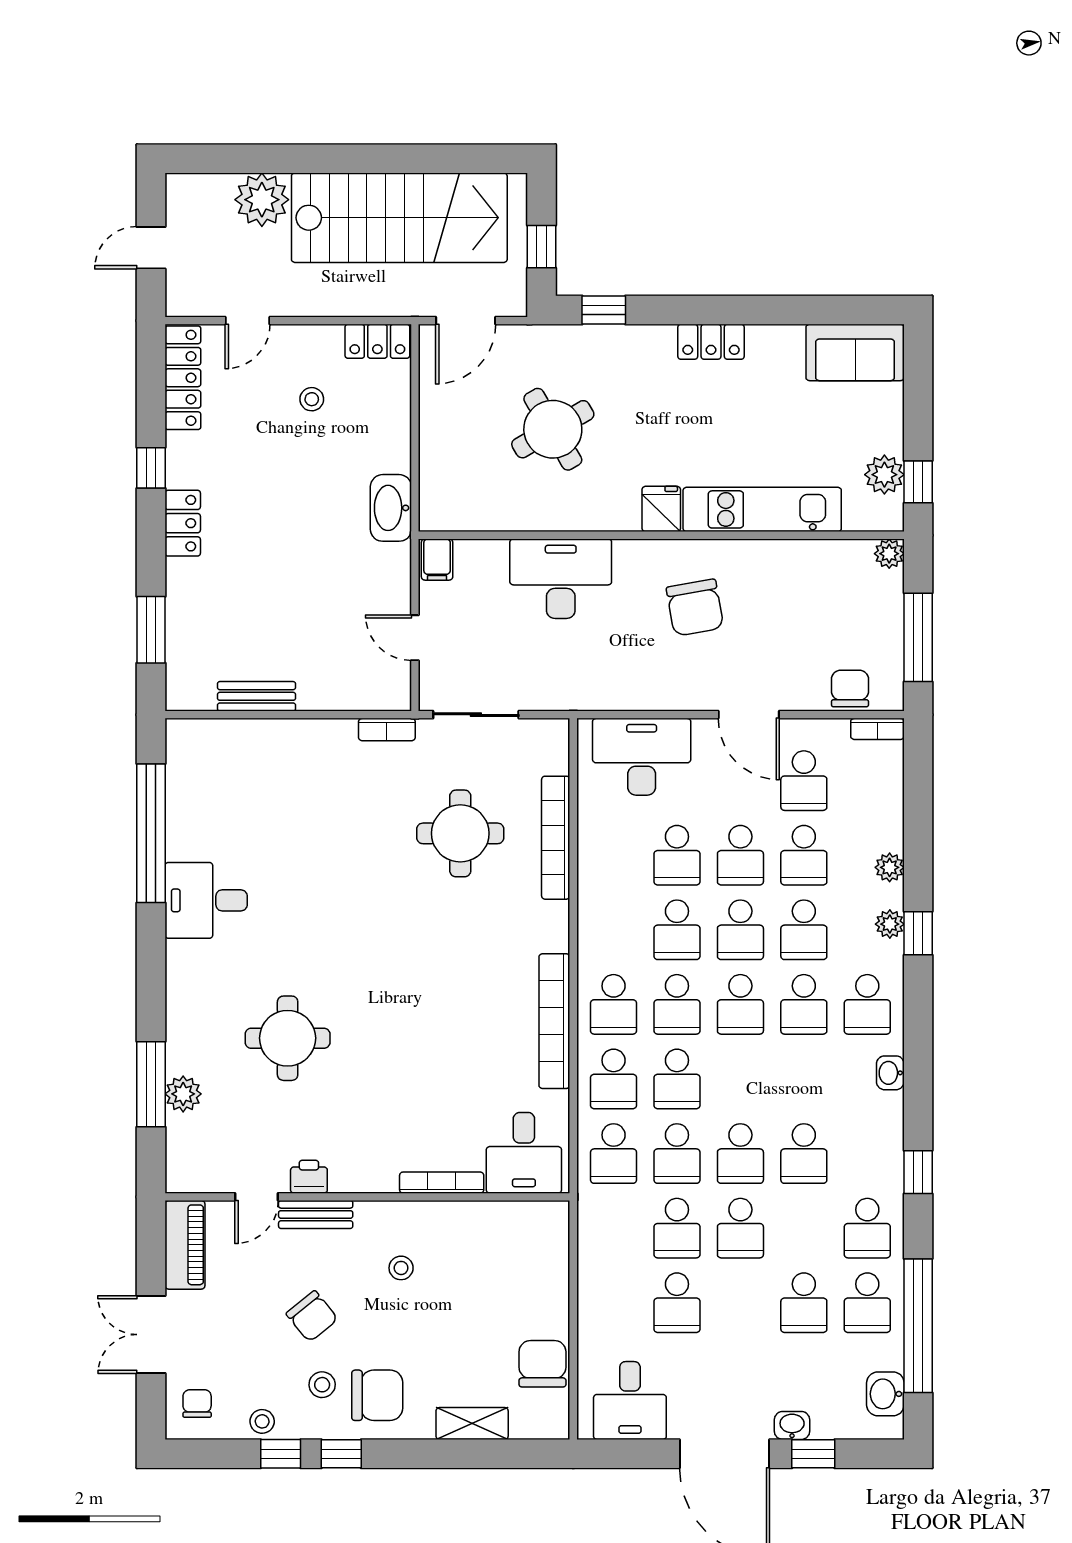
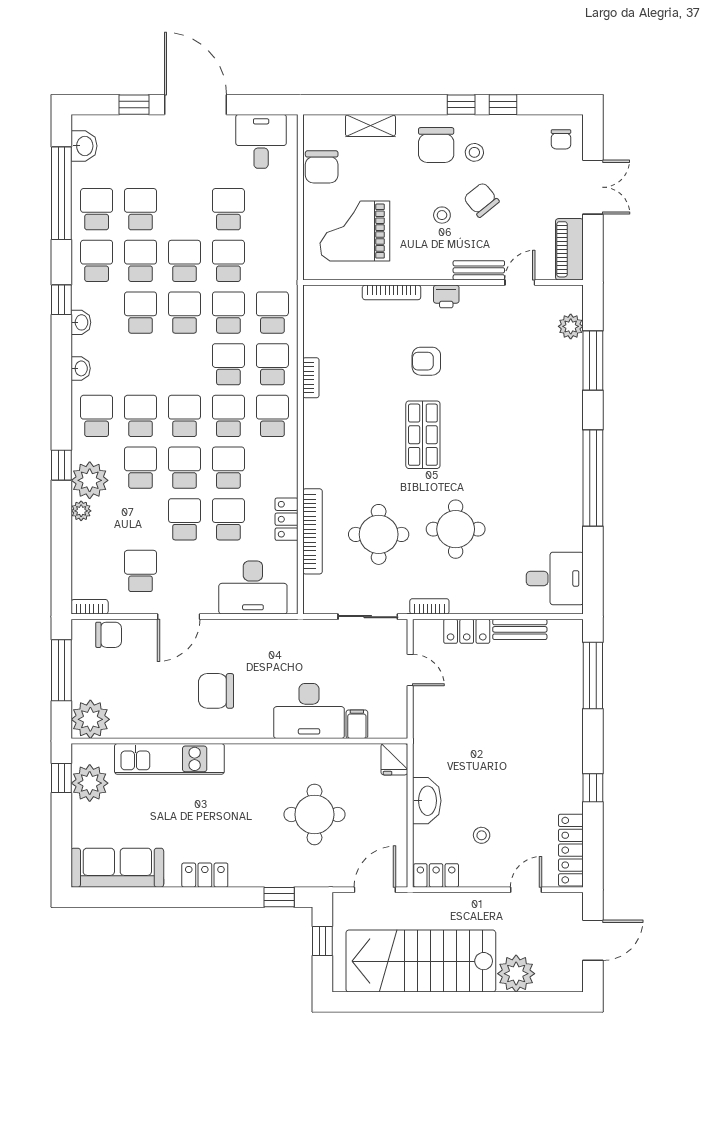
door: (151, 248) -> (593, 940), width x1.38
sofa: (855, 352) -> (117, 868), width x1.36
round table: (553, 429) -> (314, 814), turned 30
plant: (884, 475) -> (90, 783), width x1.36, depth x1.36
washbasin: (391, 508) -> (427, 801), moved
fridge: (661, 509) -> (394, 759), moved
locker: (183, 523) -> (467, 631), moved, turned -90
plant: (889, 554) -> (90, 719), width x1.87, depth x1.87
filing cabinet: (437, 560) -> (357, 724), moved
chair: (695, 608) -> (216, 691), turned -80
window: (151, 630) -> (593, 675), width x1.44
chair: (850, 689) -> (109, 635), turned -90
door: (749, 715) -> (179, 617), swing flipped
window: (151, 833) -> (593, 478), moved
locker: (593, 855) -> (287, 519), added
school desk: (804, 855) -> (141, 261), moved
desk: (206, 900) -> (555, 578), moved
plant: (890, 924) -> (90, 480), width x1.87, depth x1.87
shop shelf: (396, 977) -> (423, 435), added
bookcase: (554, 1021) -> (311, 378), width x0.43, depth x0.76
round table: (288, 1038) -> (456, 529), moved
armchair: (391, 1083) -> (426, 361), added
plant: (183, 1094) -> (571, 326), moved
desk: (524, 1153) -> (335, 313), removed
printer: (309, 1177) -> (446, 296), moved
stool: (401, 1268) -> (442, 215), moved
grand piano: (494, 1271) -> (355, 231), added
chair: (377, 1395) -> (436, 145), turned -90
stool: (262, 1421) -> (516, 127), removed
washbasin: (792, 1425) -> (81, 322), moved, turned -90

